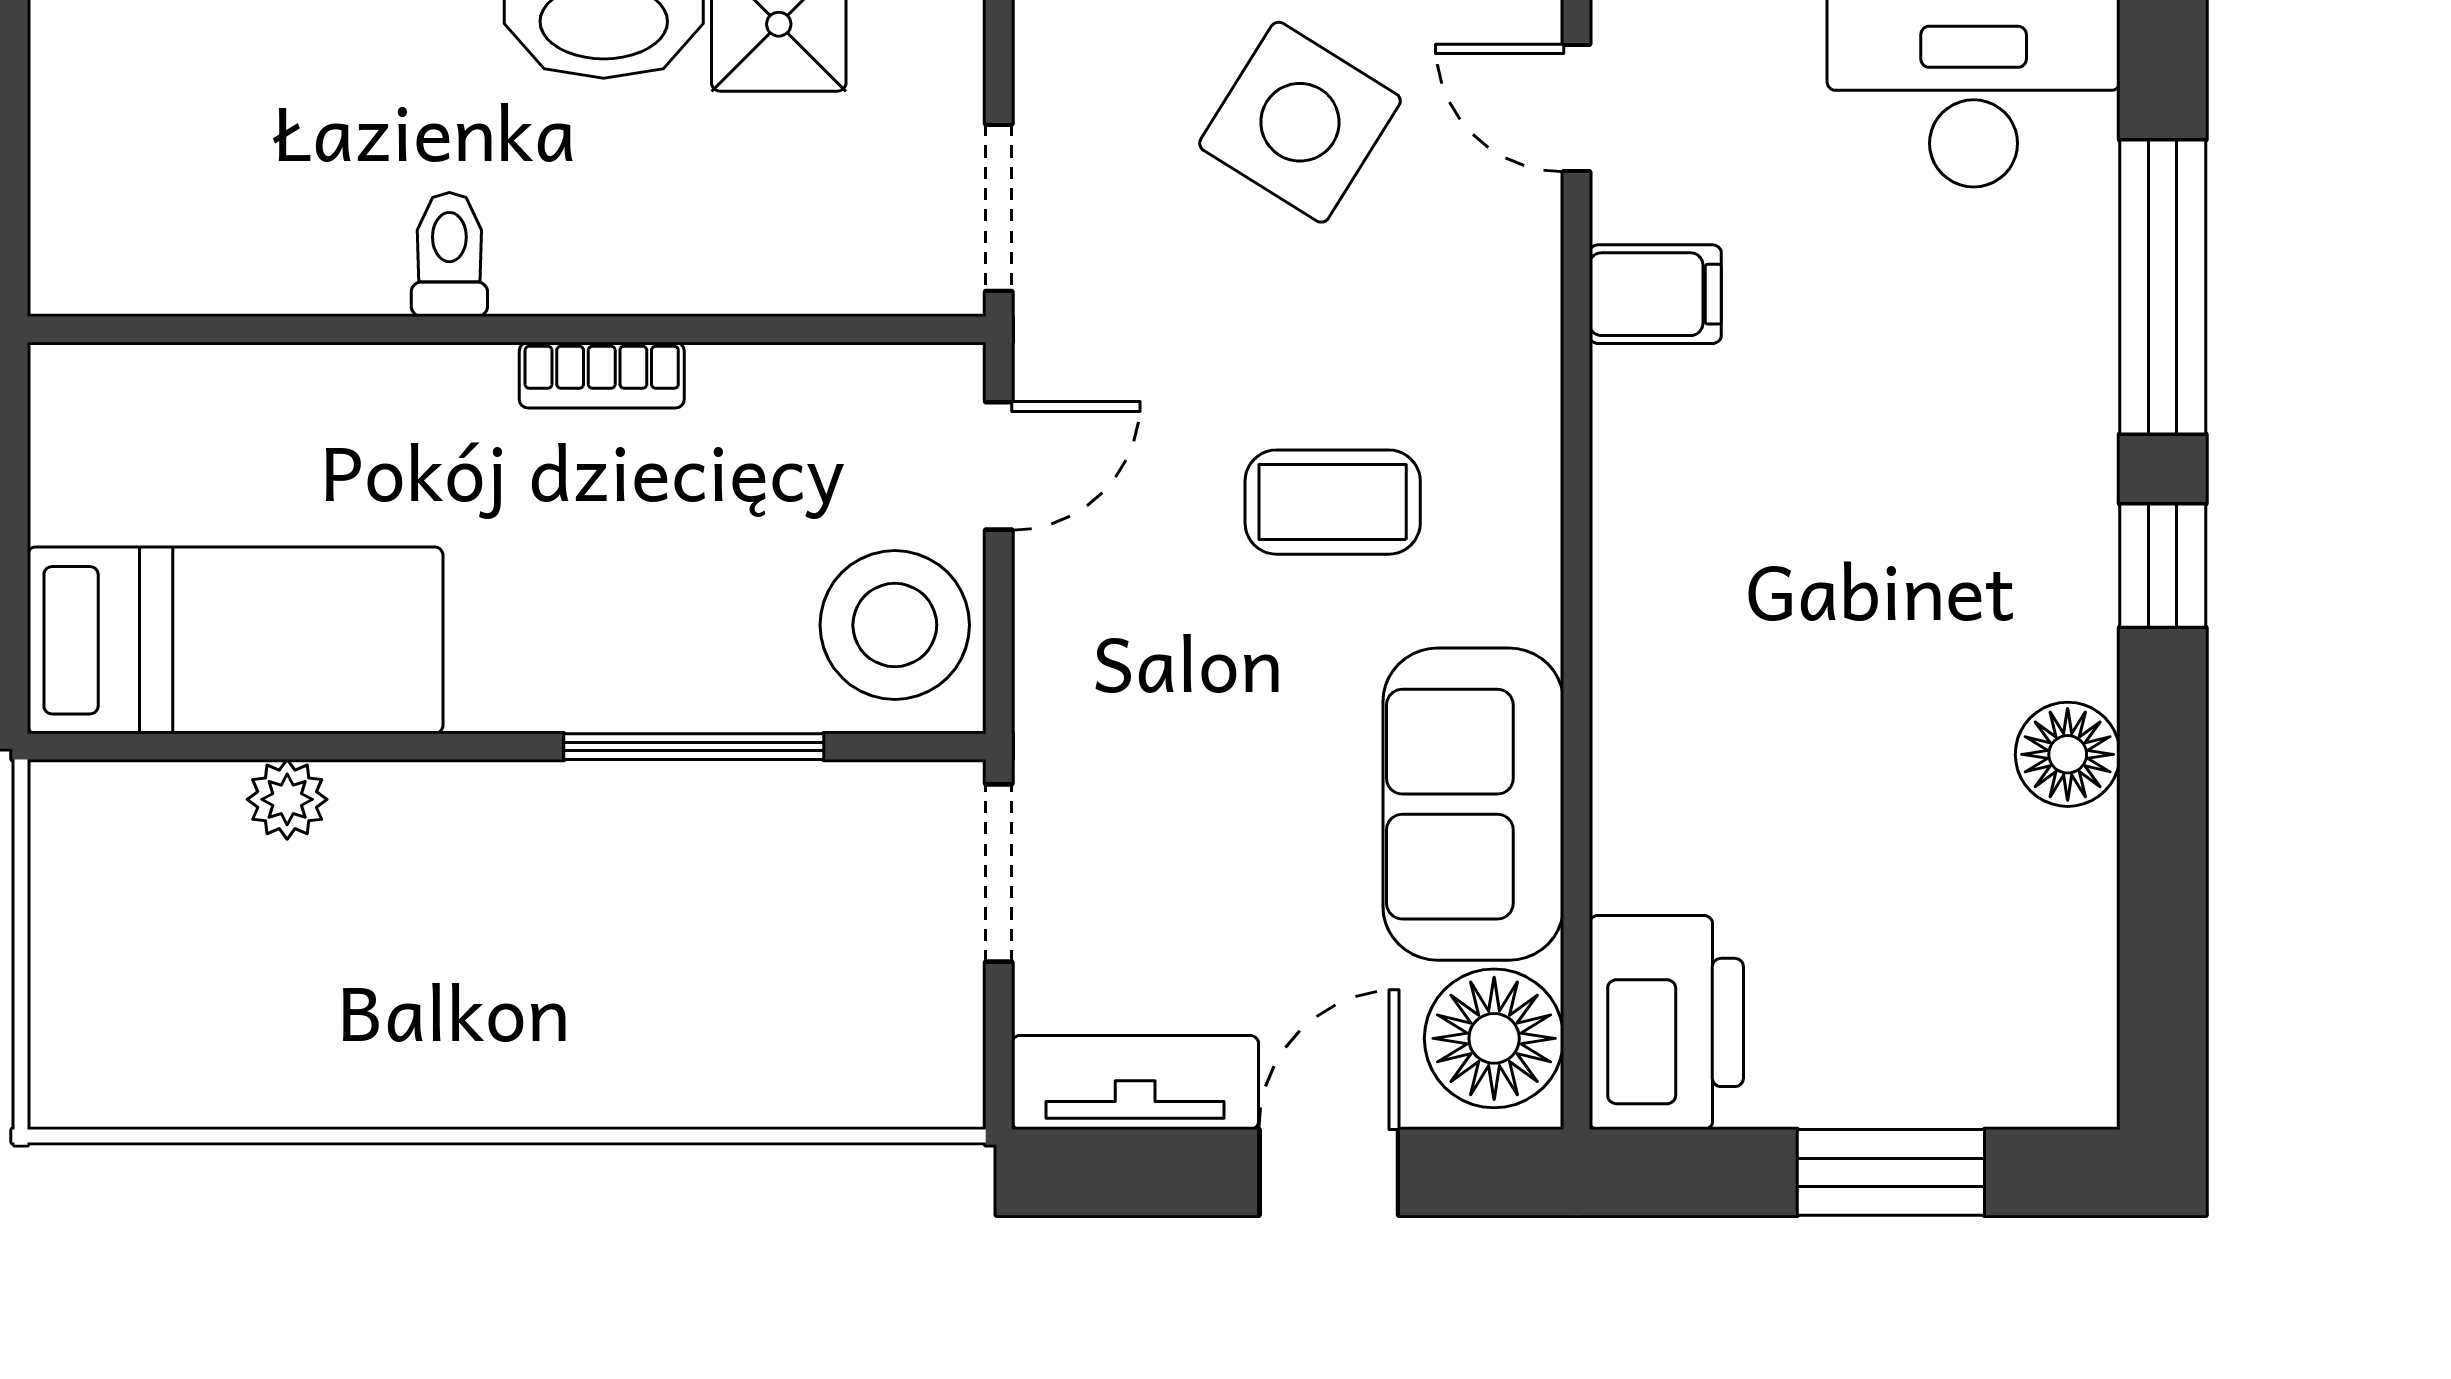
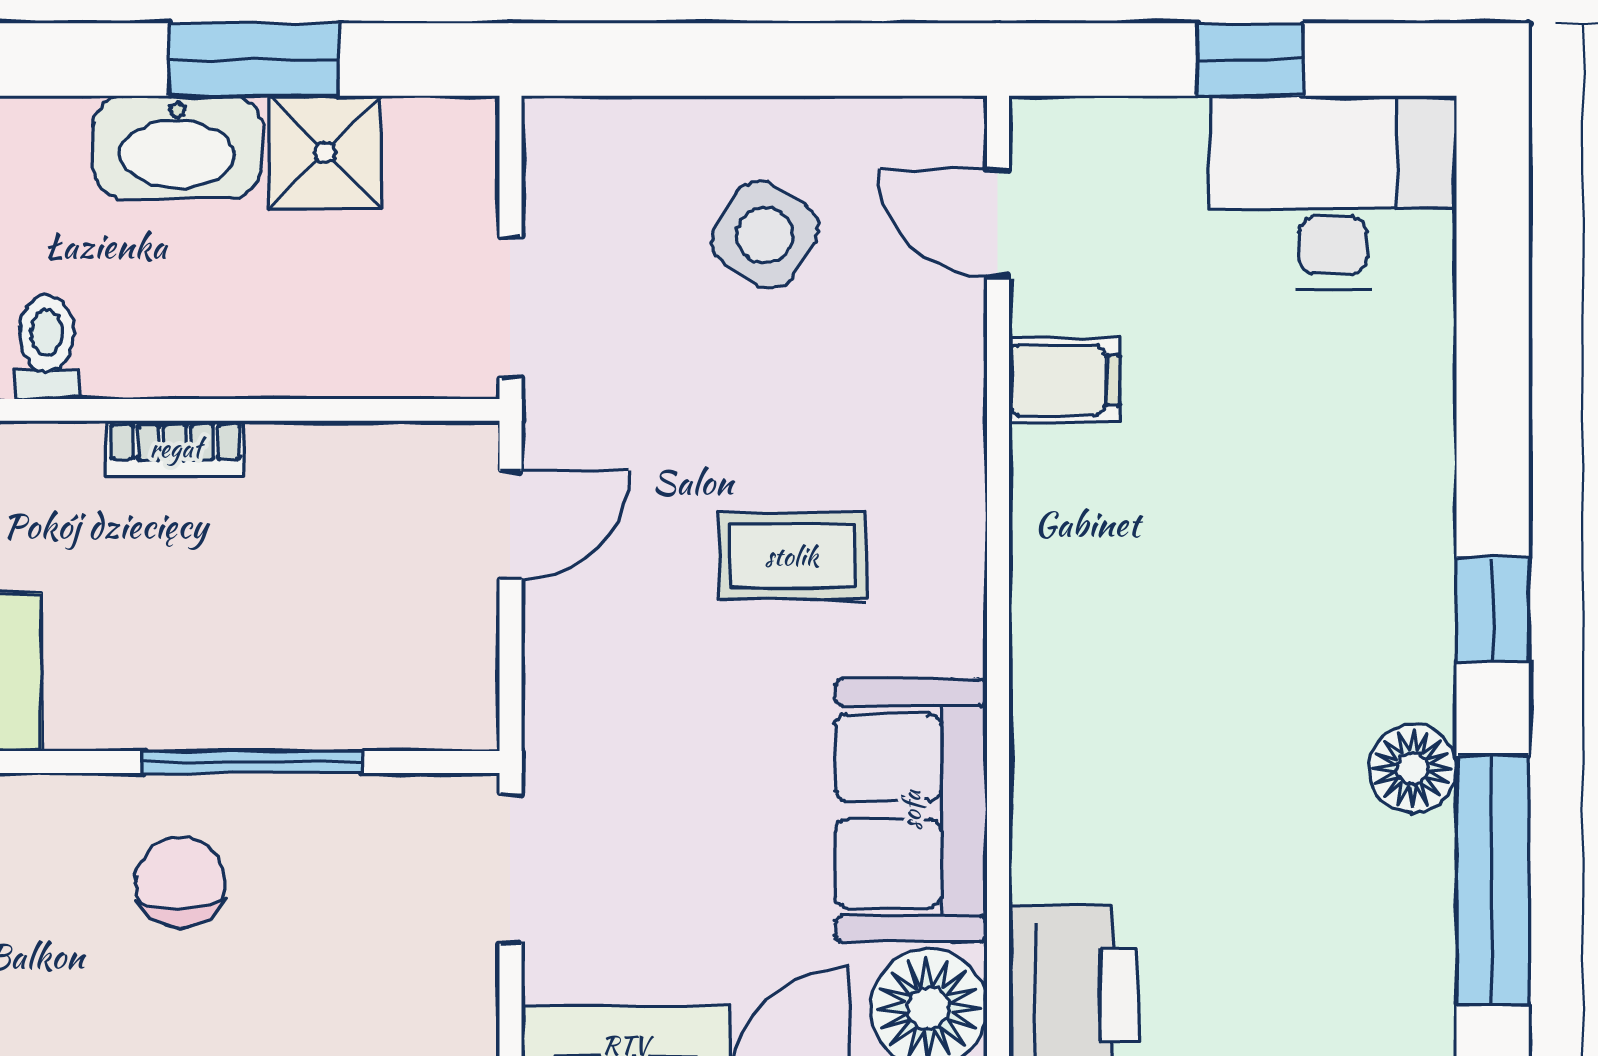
side table: (1300, 122) -> (765, 235), width x0.73, depth x0.73
window: (2163, 287) -> (1493, 880), moved
stool: (895, 625) -> (423, 659), removed
chair: (607, 889) -> (180, 882), added

